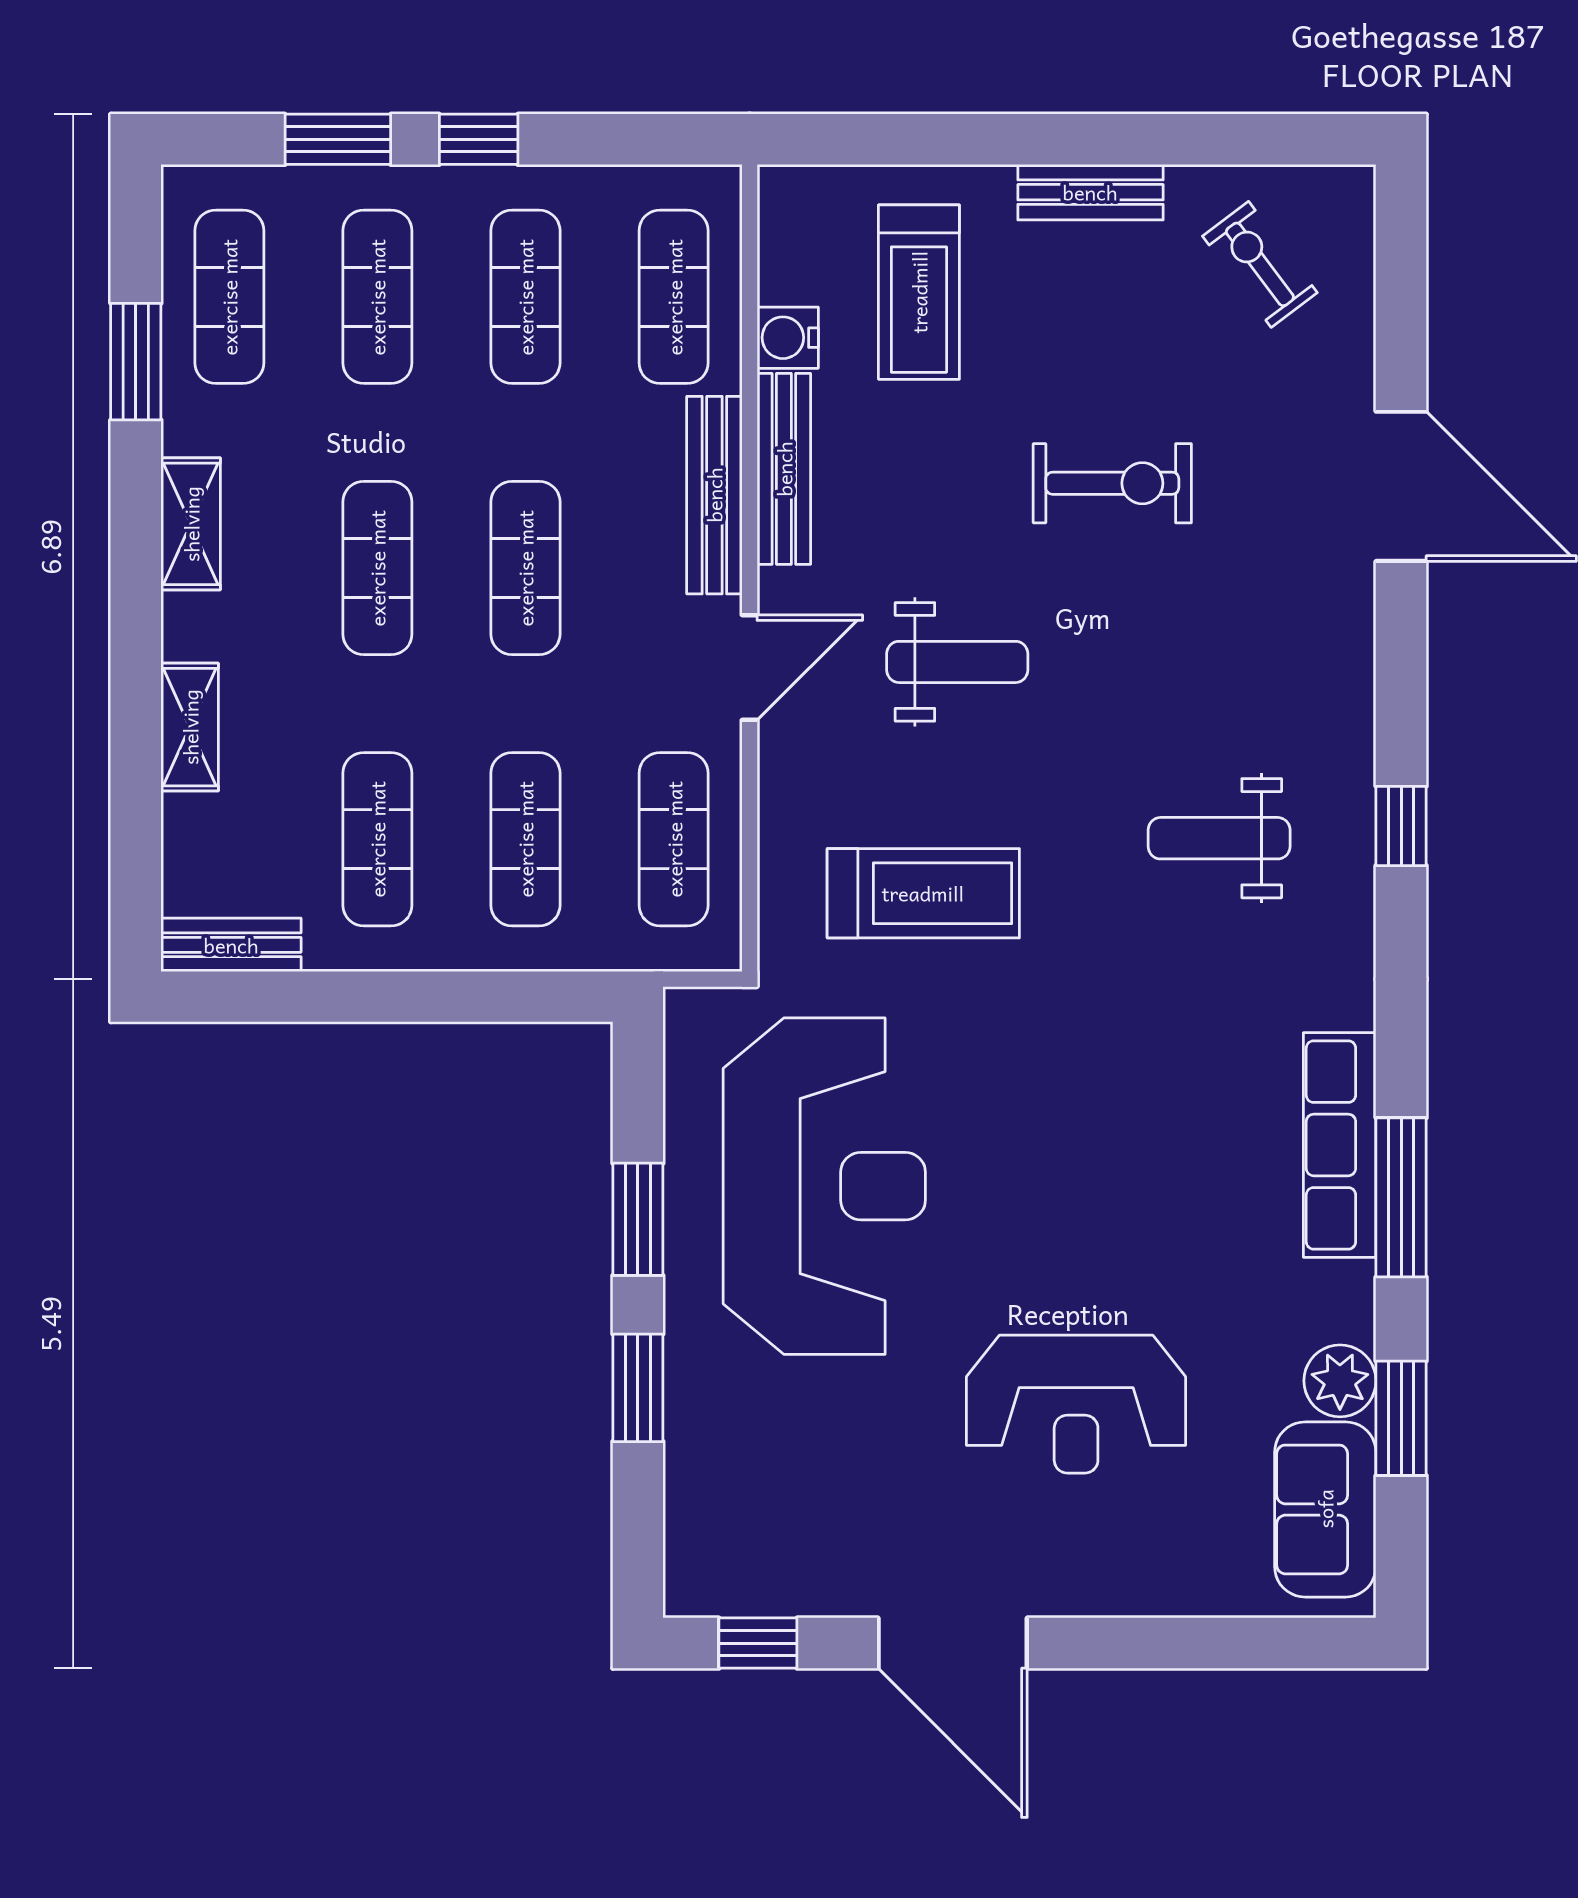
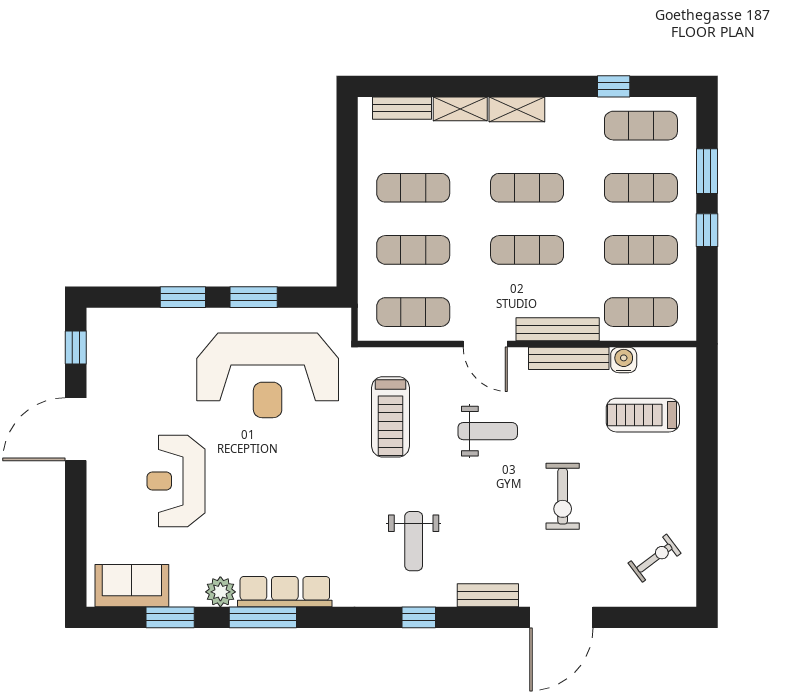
bench: (1090, 192) -> (488, 595), moved, turned 90
window: (136, 362) -> (614, 86), width x0.67
shelving: (191, 524) -> (517, 109), moved
weight bench: (957, 662) -> (488, 431), turned -90
weight bench: (1219, 838) -> (414, 541), turned 180
bench: (231, 945) -> (402, 108), moved, turned 90
plant: (1340, 1381) -> (220, 592), moved

